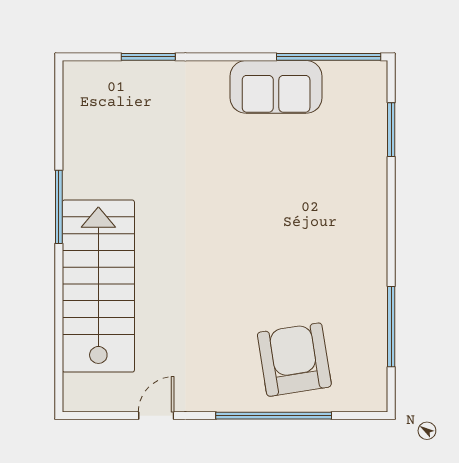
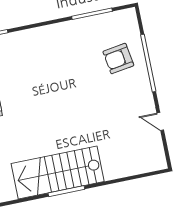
stairs: (98, 286) -> (58, 173), moved
armchair: (294, 360) -> (118, 58), width x0.73, depth x0.73

